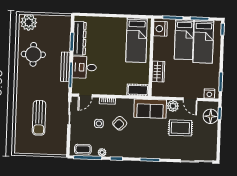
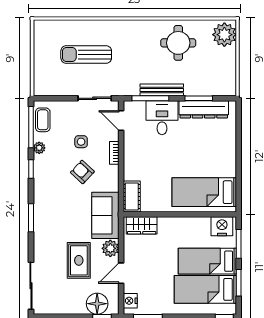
wardrobe: (158, 71) -> (142, 225), moved

